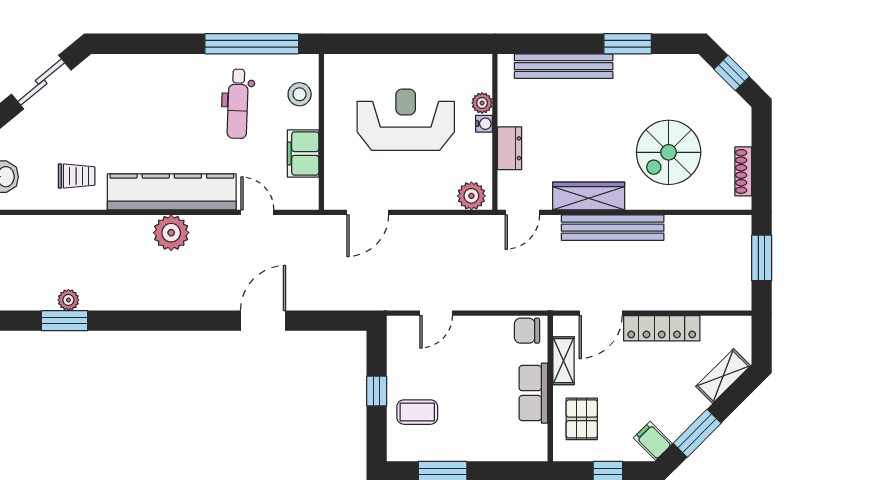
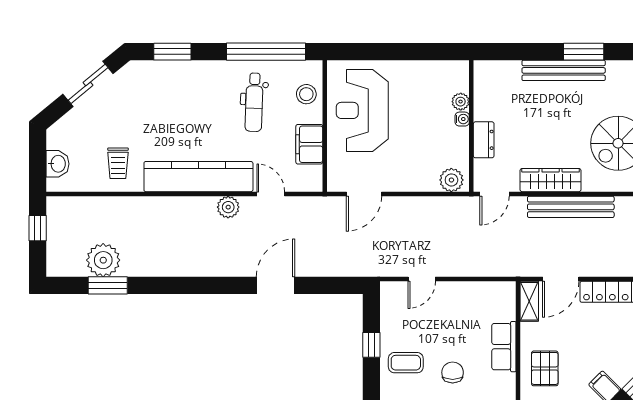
window: (141, 44) -> (172, 52), added
bench: (564, 66) -> (564, 70), moved
reception desk: (406, 120) -> (362, 110), moved, turned -90
trolley: (77, 176) -> (118, 163), turned 90
plant: (171, 233) -> (228, 207), moved, width x0.73, depth x0.73
plant: (68, 300) -> (103, 260), width x1.88, depth x1.88
chair: (527, 331) -> (453, 372), moved, turned 90
shelving: (564, 361) -> (529, 301), moved

